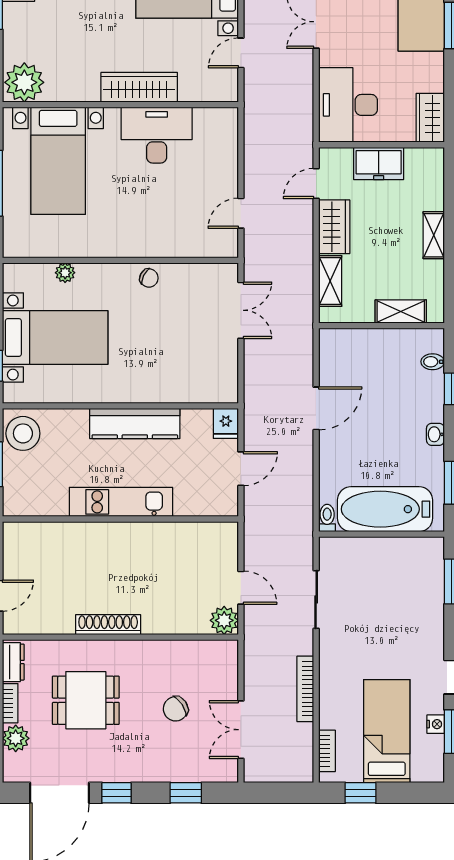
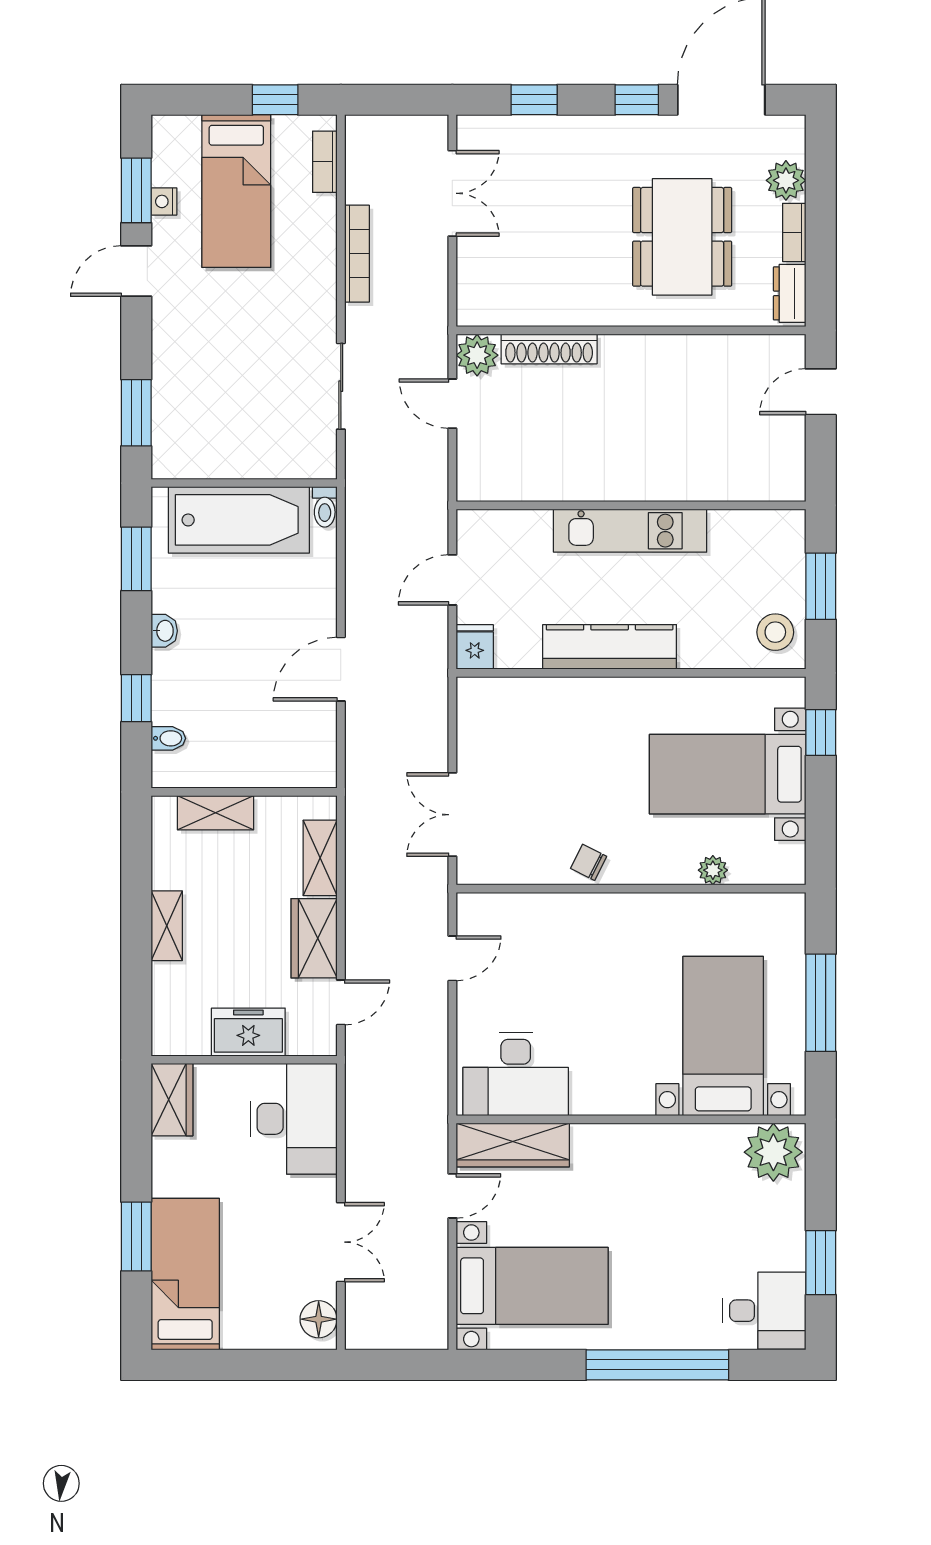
wardrobe: (139, 87) -> (513, 1145), moved
desk: (157, 135) -> (516, 1074), moved
stool: (23, 433) -> (775, 632), width x0.73, depth x0.73
shoe rack: (108, 625) -> (549, 349), moved
dining table: (86, 700) -> (682, 237), width x1.38
chair: (176, 709) -> (549, 224), removed

